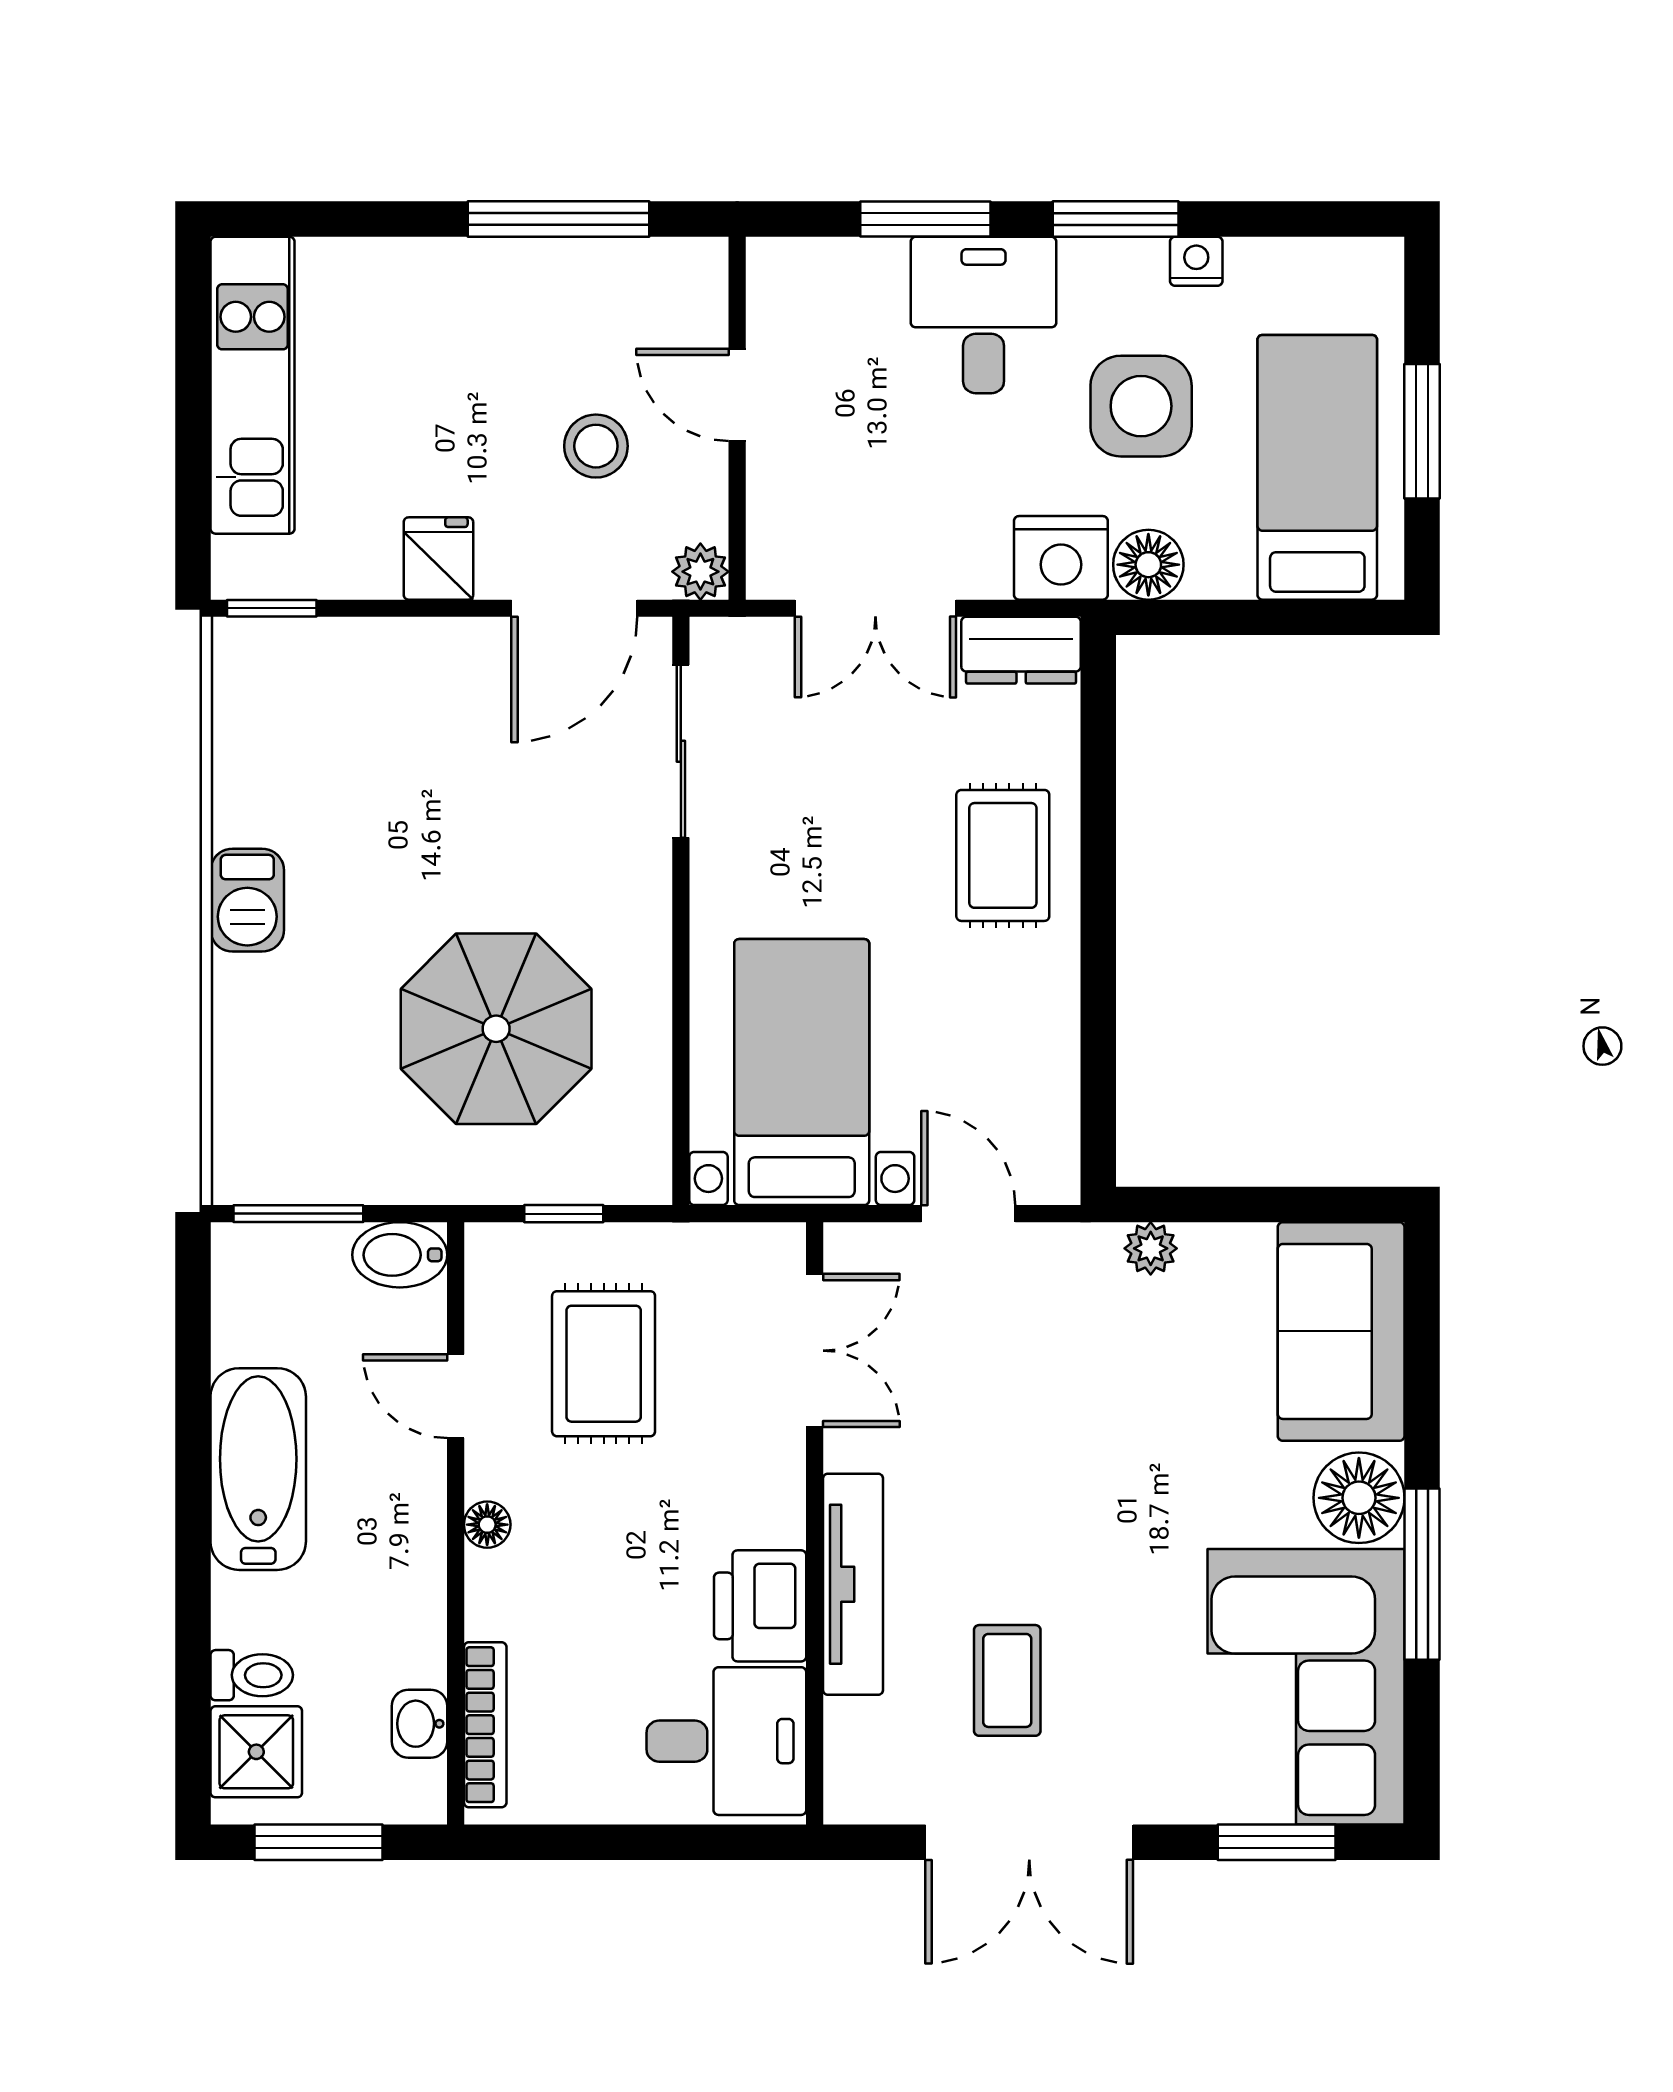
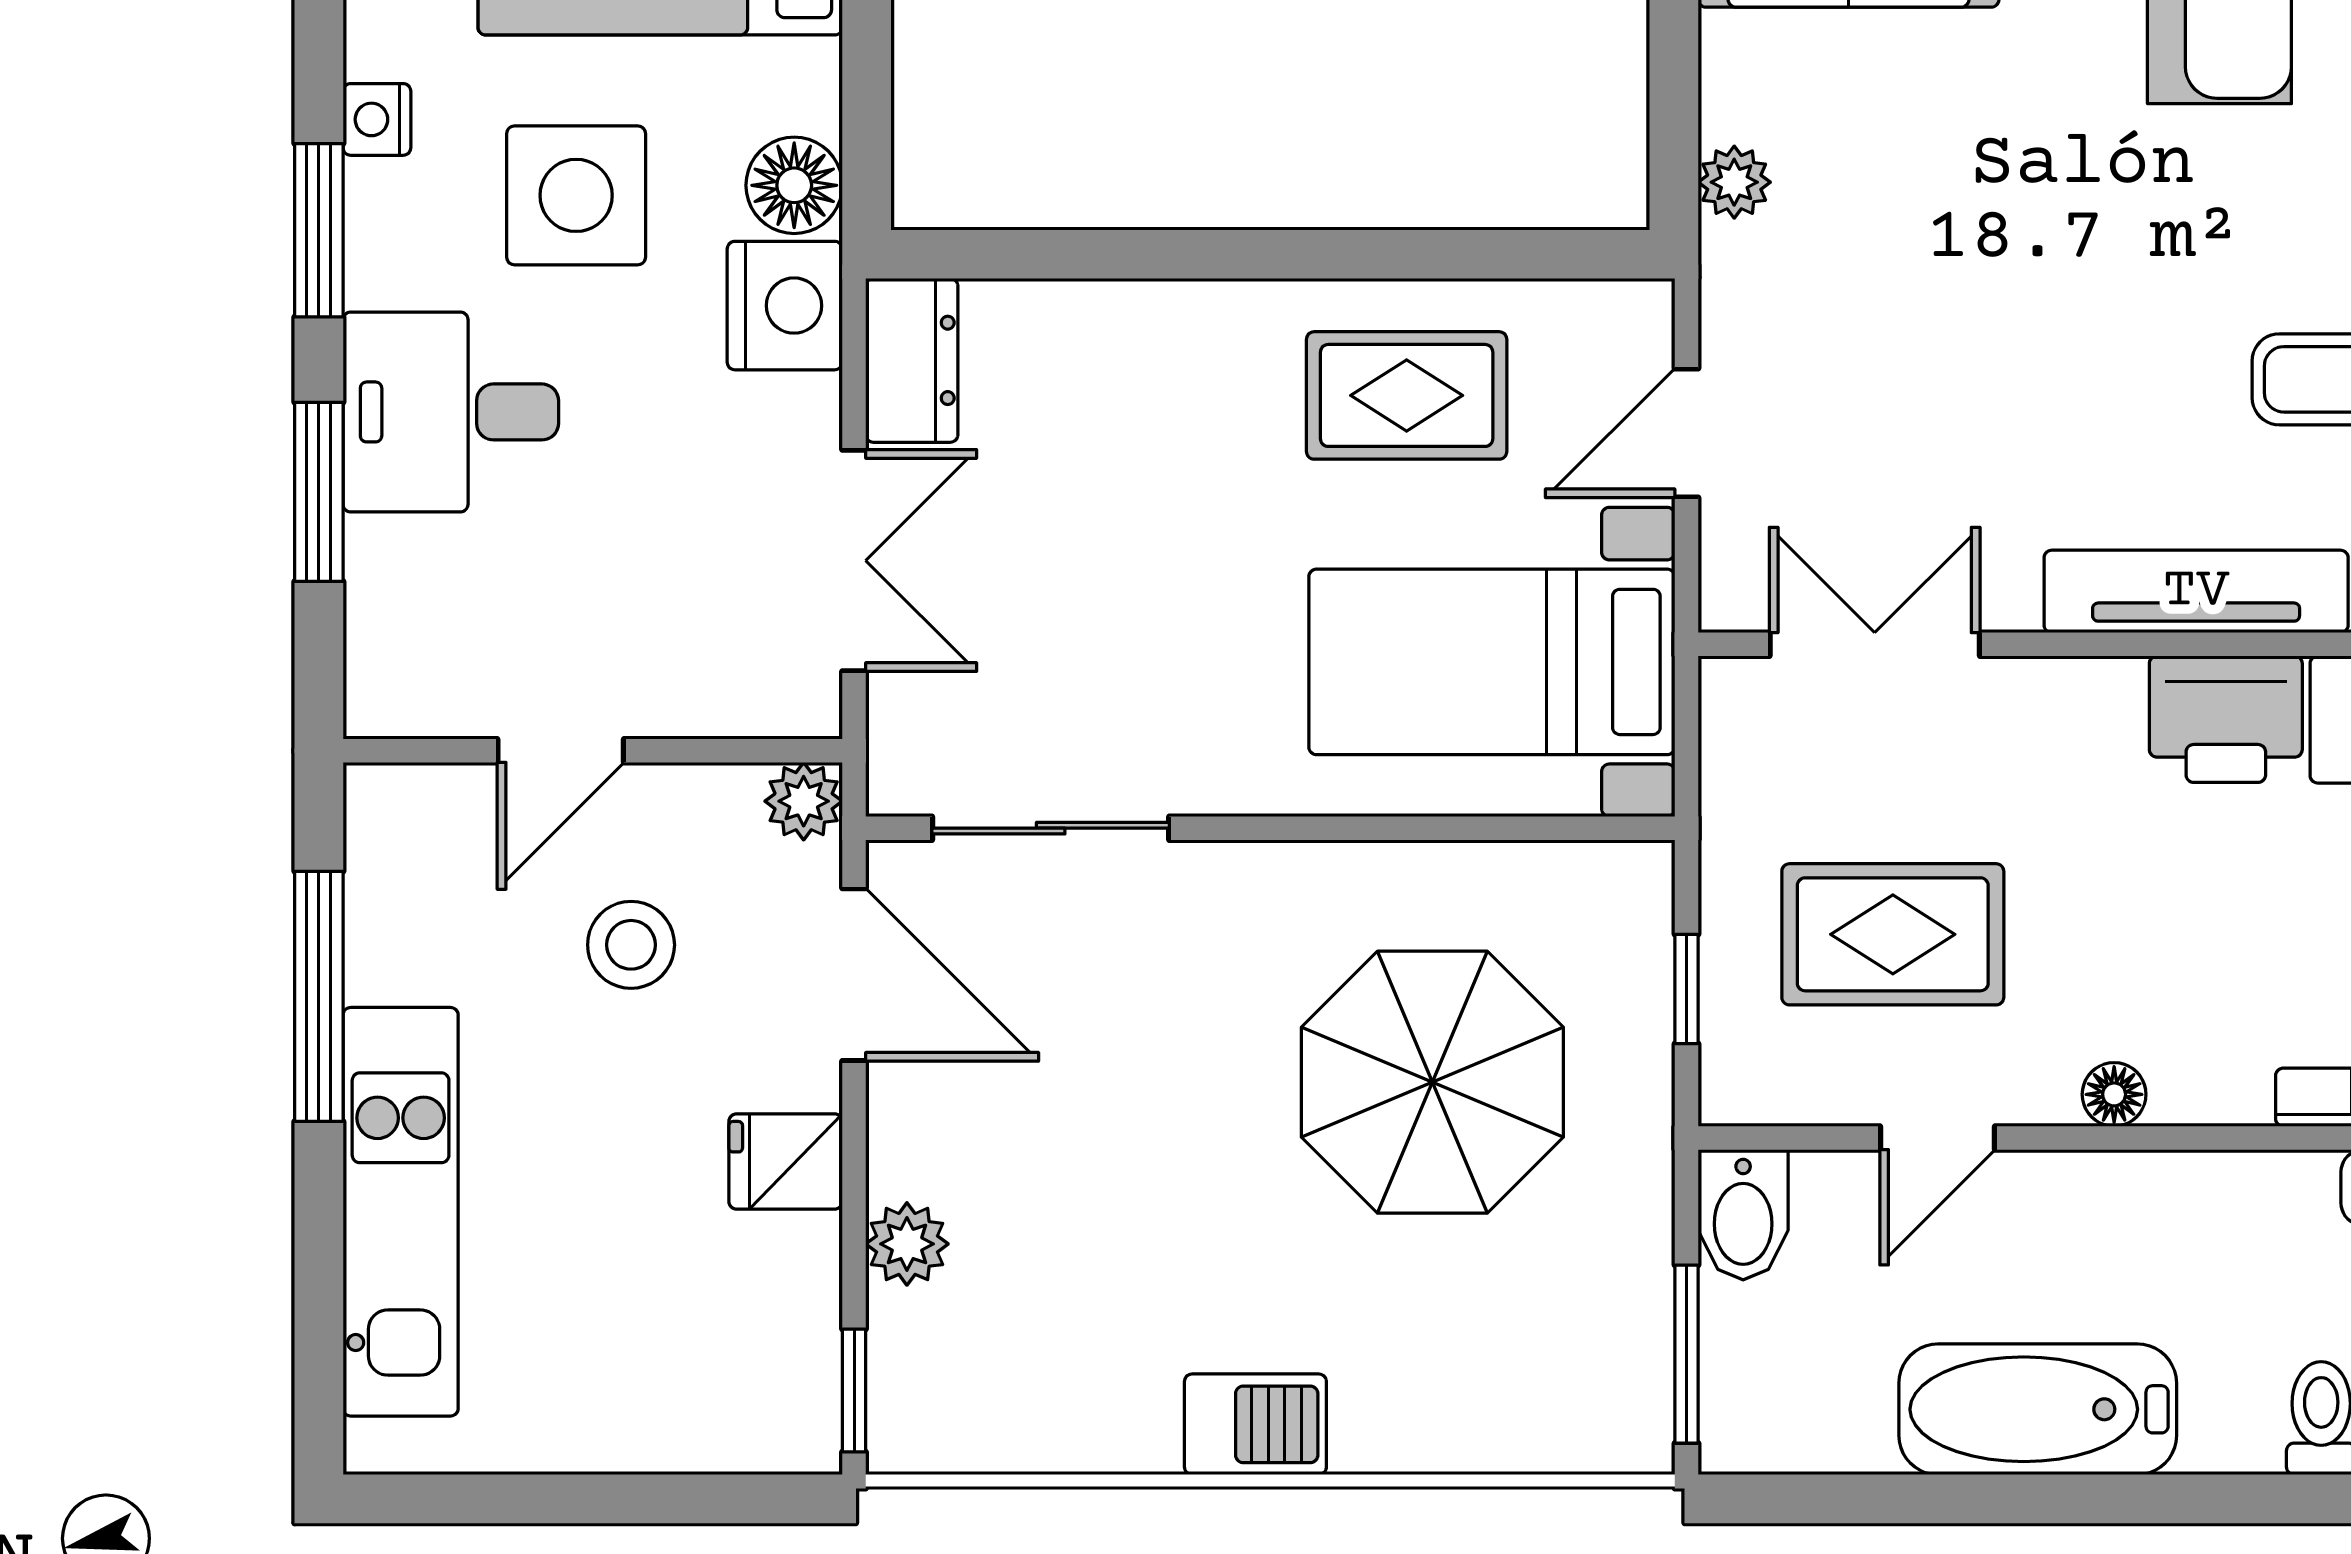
kitchen unit: (252, 385) -> (401, 1212), moved, turned 90
plant: (378, 647) -> (907, 1244), added
rug: (1003, 855) -> (1407, 395), moved

